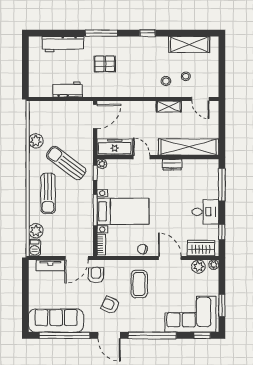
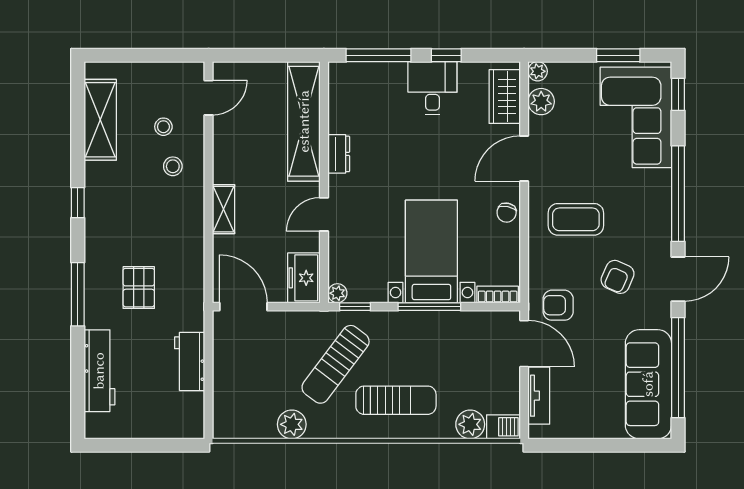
shelving: (169, 107) -> (223, 209), moved
freezer: (115, 147) -> (304, 278), width x0.71
window: (222, 232) -> (446, 55), moved

